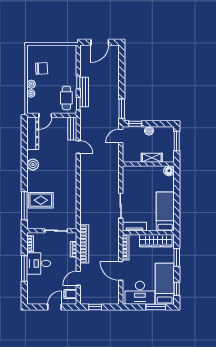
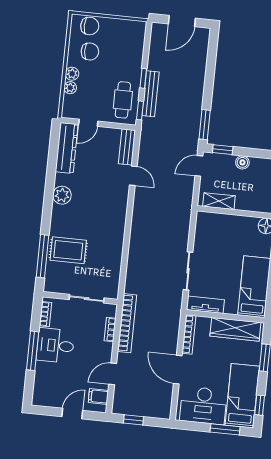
chair: (40, 52) -> (90, 26), added
shelving: (152, 158) -> (219, 201), moved

